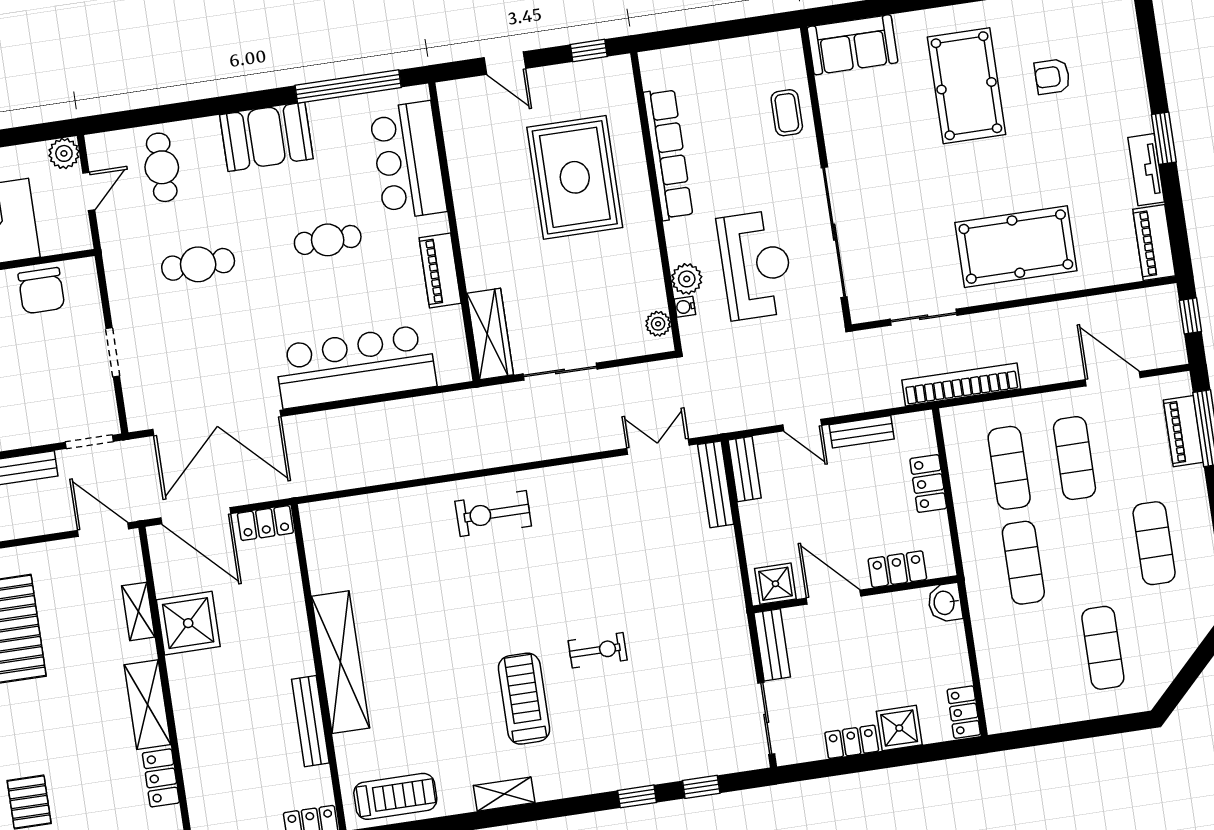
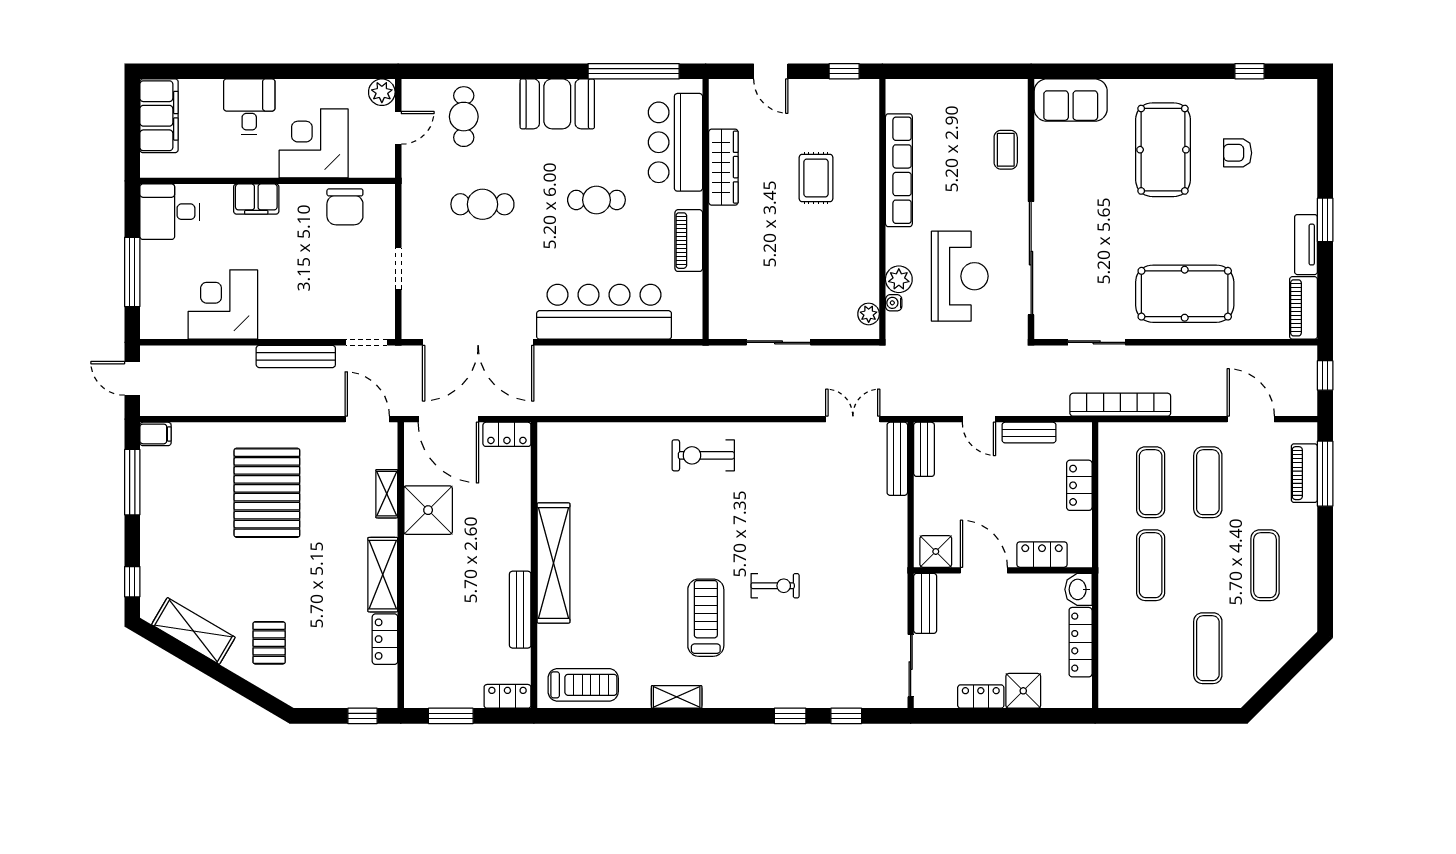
rug: (575, 177) -> (816, 178), width x0.54, depth x0.49
wardrobe: (490, 334) -> (723, 167), moved
locker: (964, 712) -> (1081, 642), moved, width x1.53

